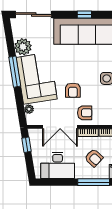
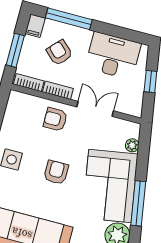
armchair: (73, 90) -> (56, 172), moved
double door: (60, 127) -> (95, 109), width x0.73
window: (27, 145) -> (150, 82), moved

